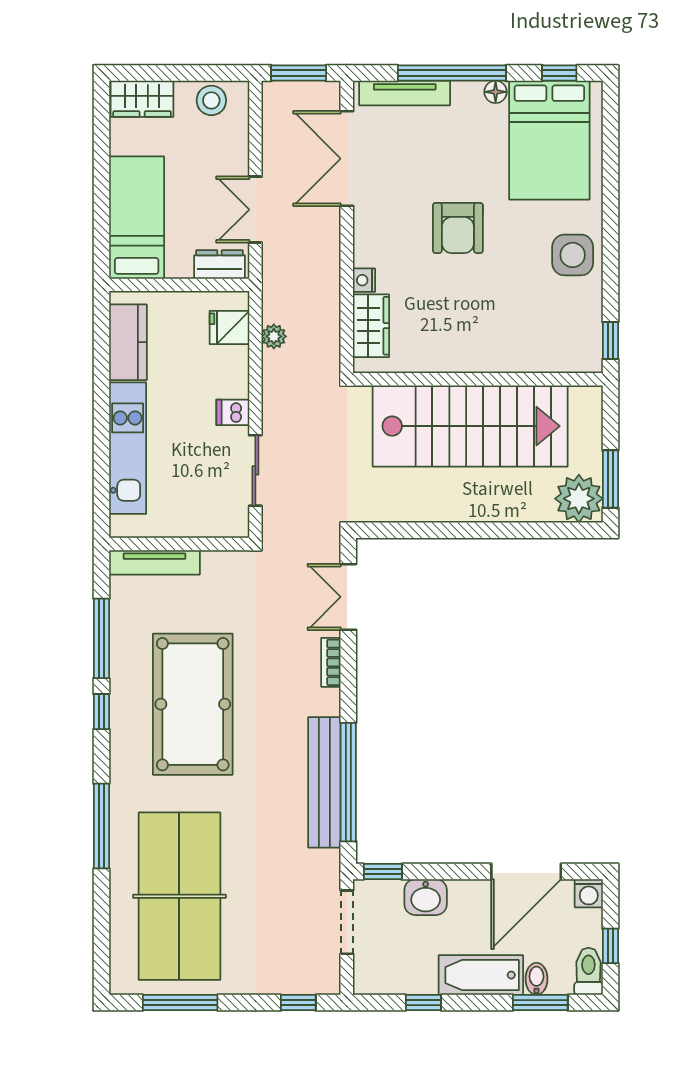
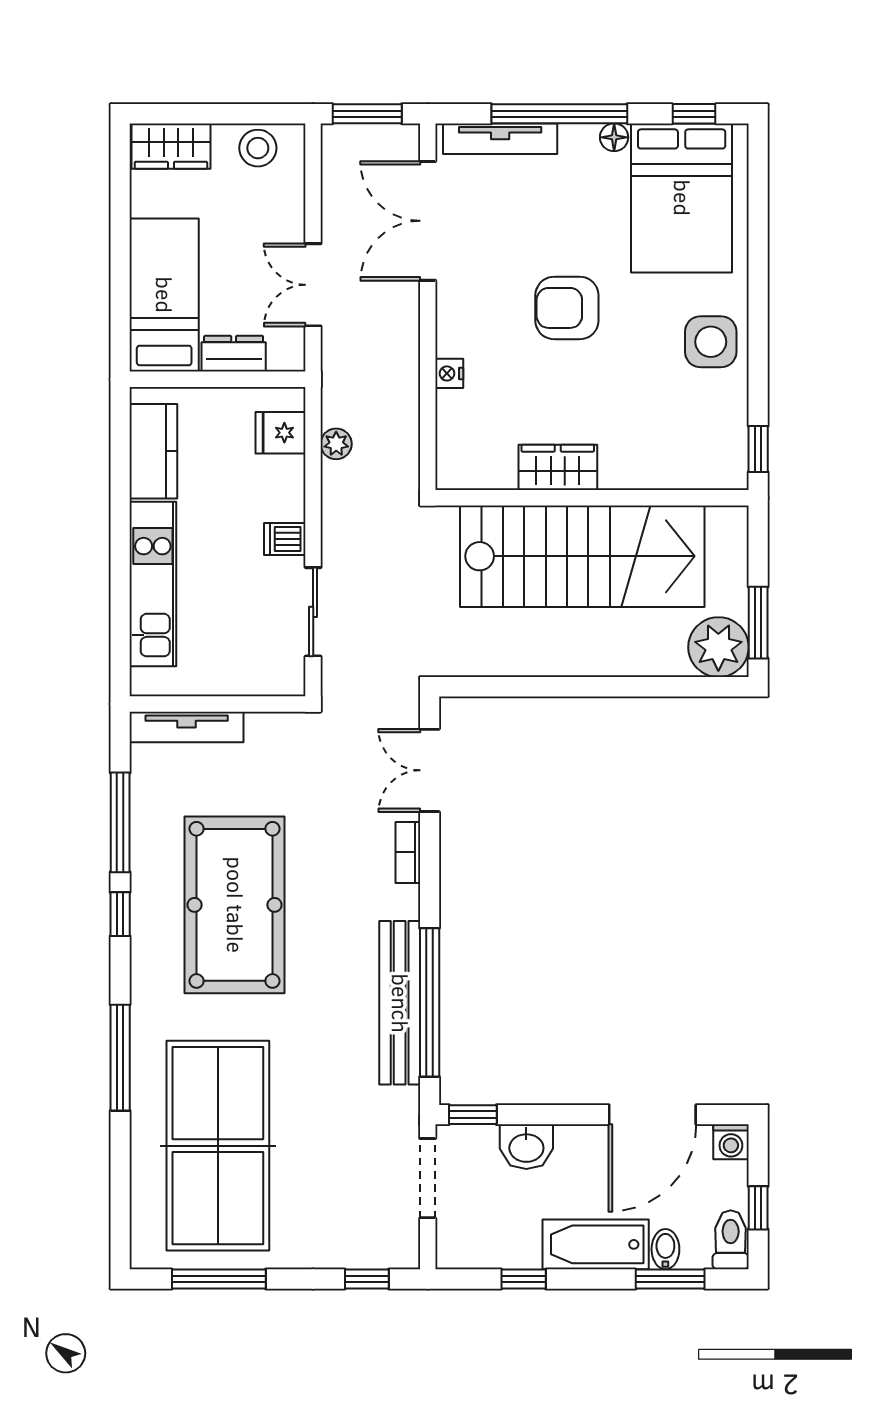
armchair: (458, 228) -> (567, 308), turned 90
dresser: (220, 264) -> (234, 354), moved
wardrobe: (371, 326) -> (558, 467), moved, turned -90

